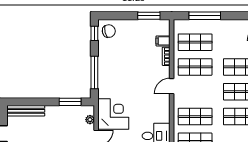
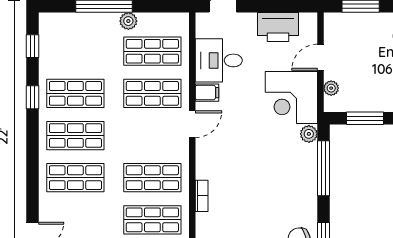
filing cabinet: (163, 41) -> (207, 93), moved
door: (172, 86) -> (192, 124), moved
plant: (103, 93) -> (309, 134), added

